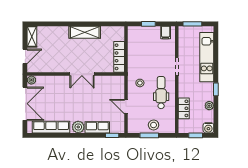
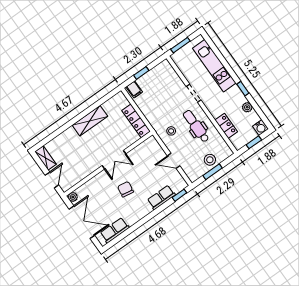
filing cabinet: (166, 32) -> (134, 89), moved
chair: (75, 102) -> (125, 189), added
row of seats: (51, 127) -> (115, 230), width x0.68
plant: (78, 127) -> (144, 209), removed

